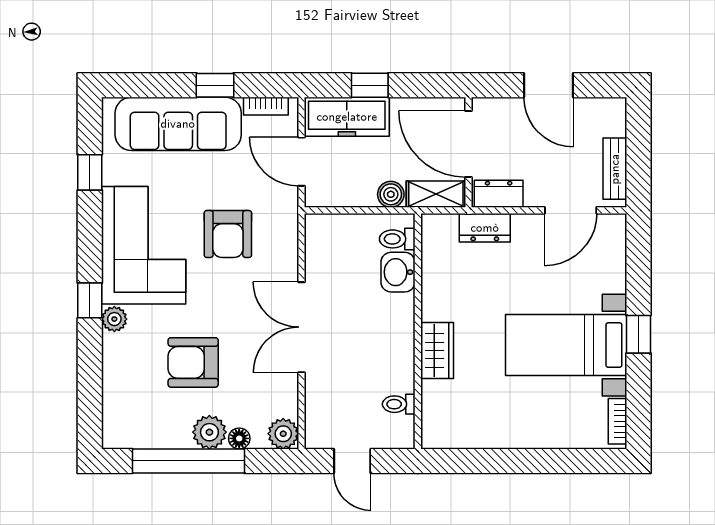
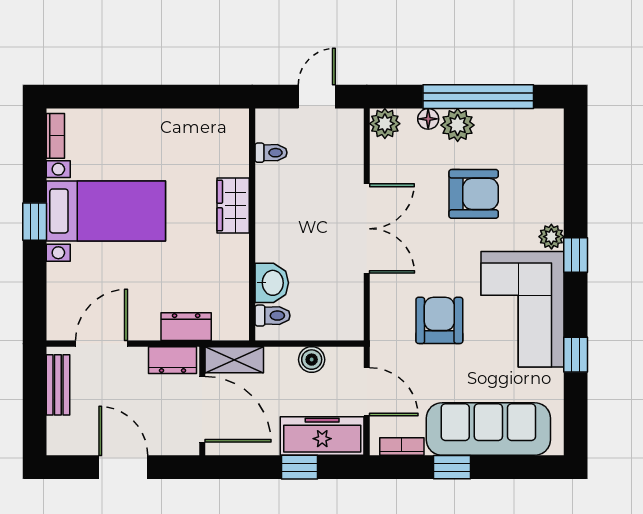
window: (90, 172) -> (576, 355), moved
boiler: (391, 194) -> (312, 360), moved
door: (352, 461) -> (317, 97), hinge flipped

